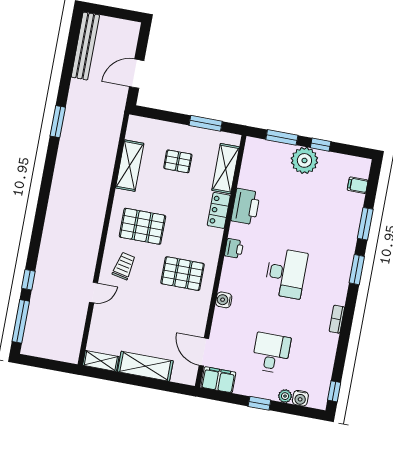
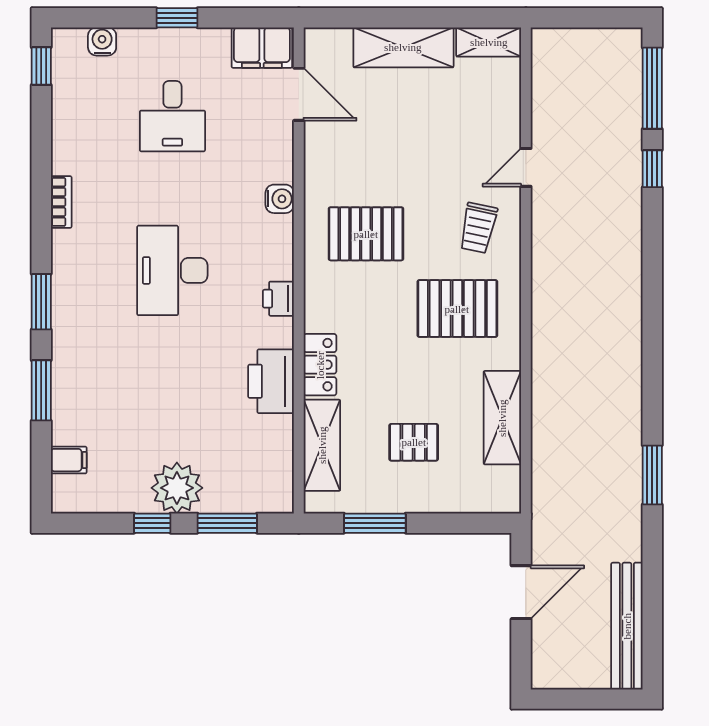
plant: (285, 396) -> (131, 40), removed

